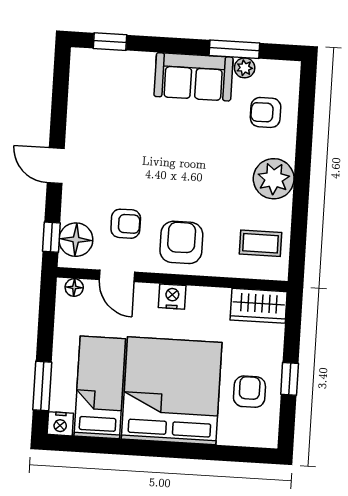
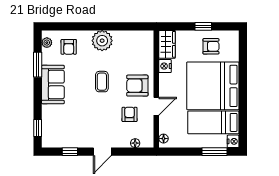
plant: (245, 68) -> (47, 43), moved
window: (51, 237) -> (70, 152), moved
floor lamp: (76, 240) -> (135, 143), width x0.53, depth x0.53
coffee table: (260, 243) -> (102, 82), moved
door: (117, 276) -> (156, 106), moved
nightstand: (172, 297) -> (165, 66), moved
armchair: (249, 392) -> (211, 46), turned 180

